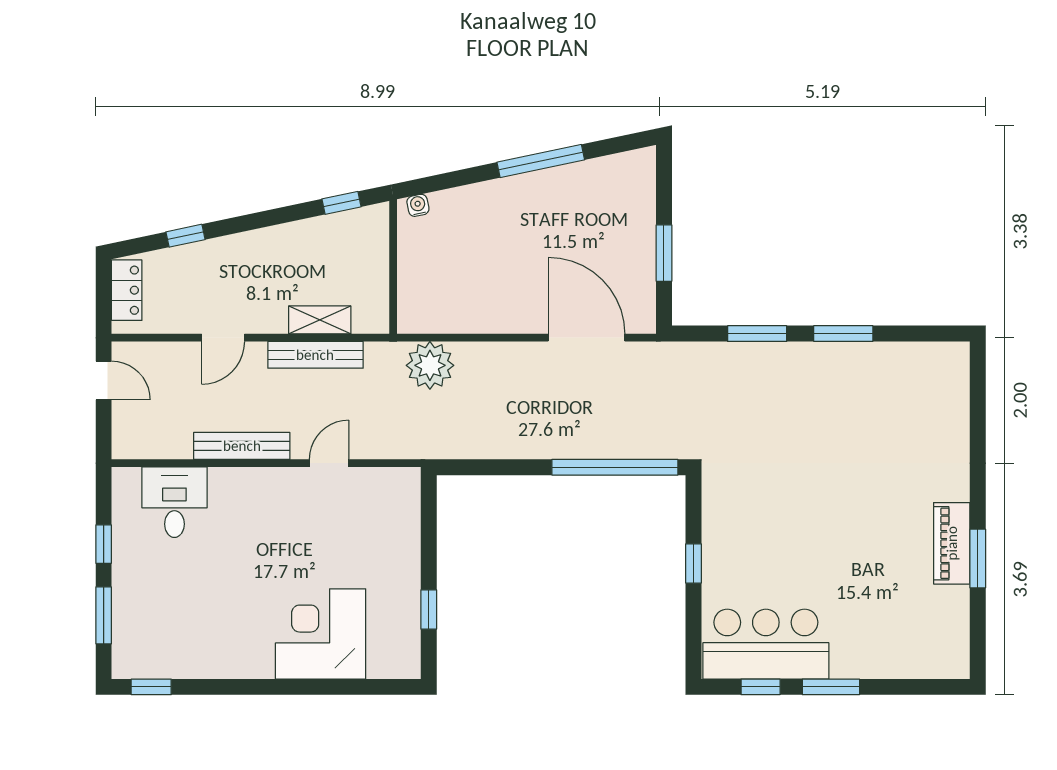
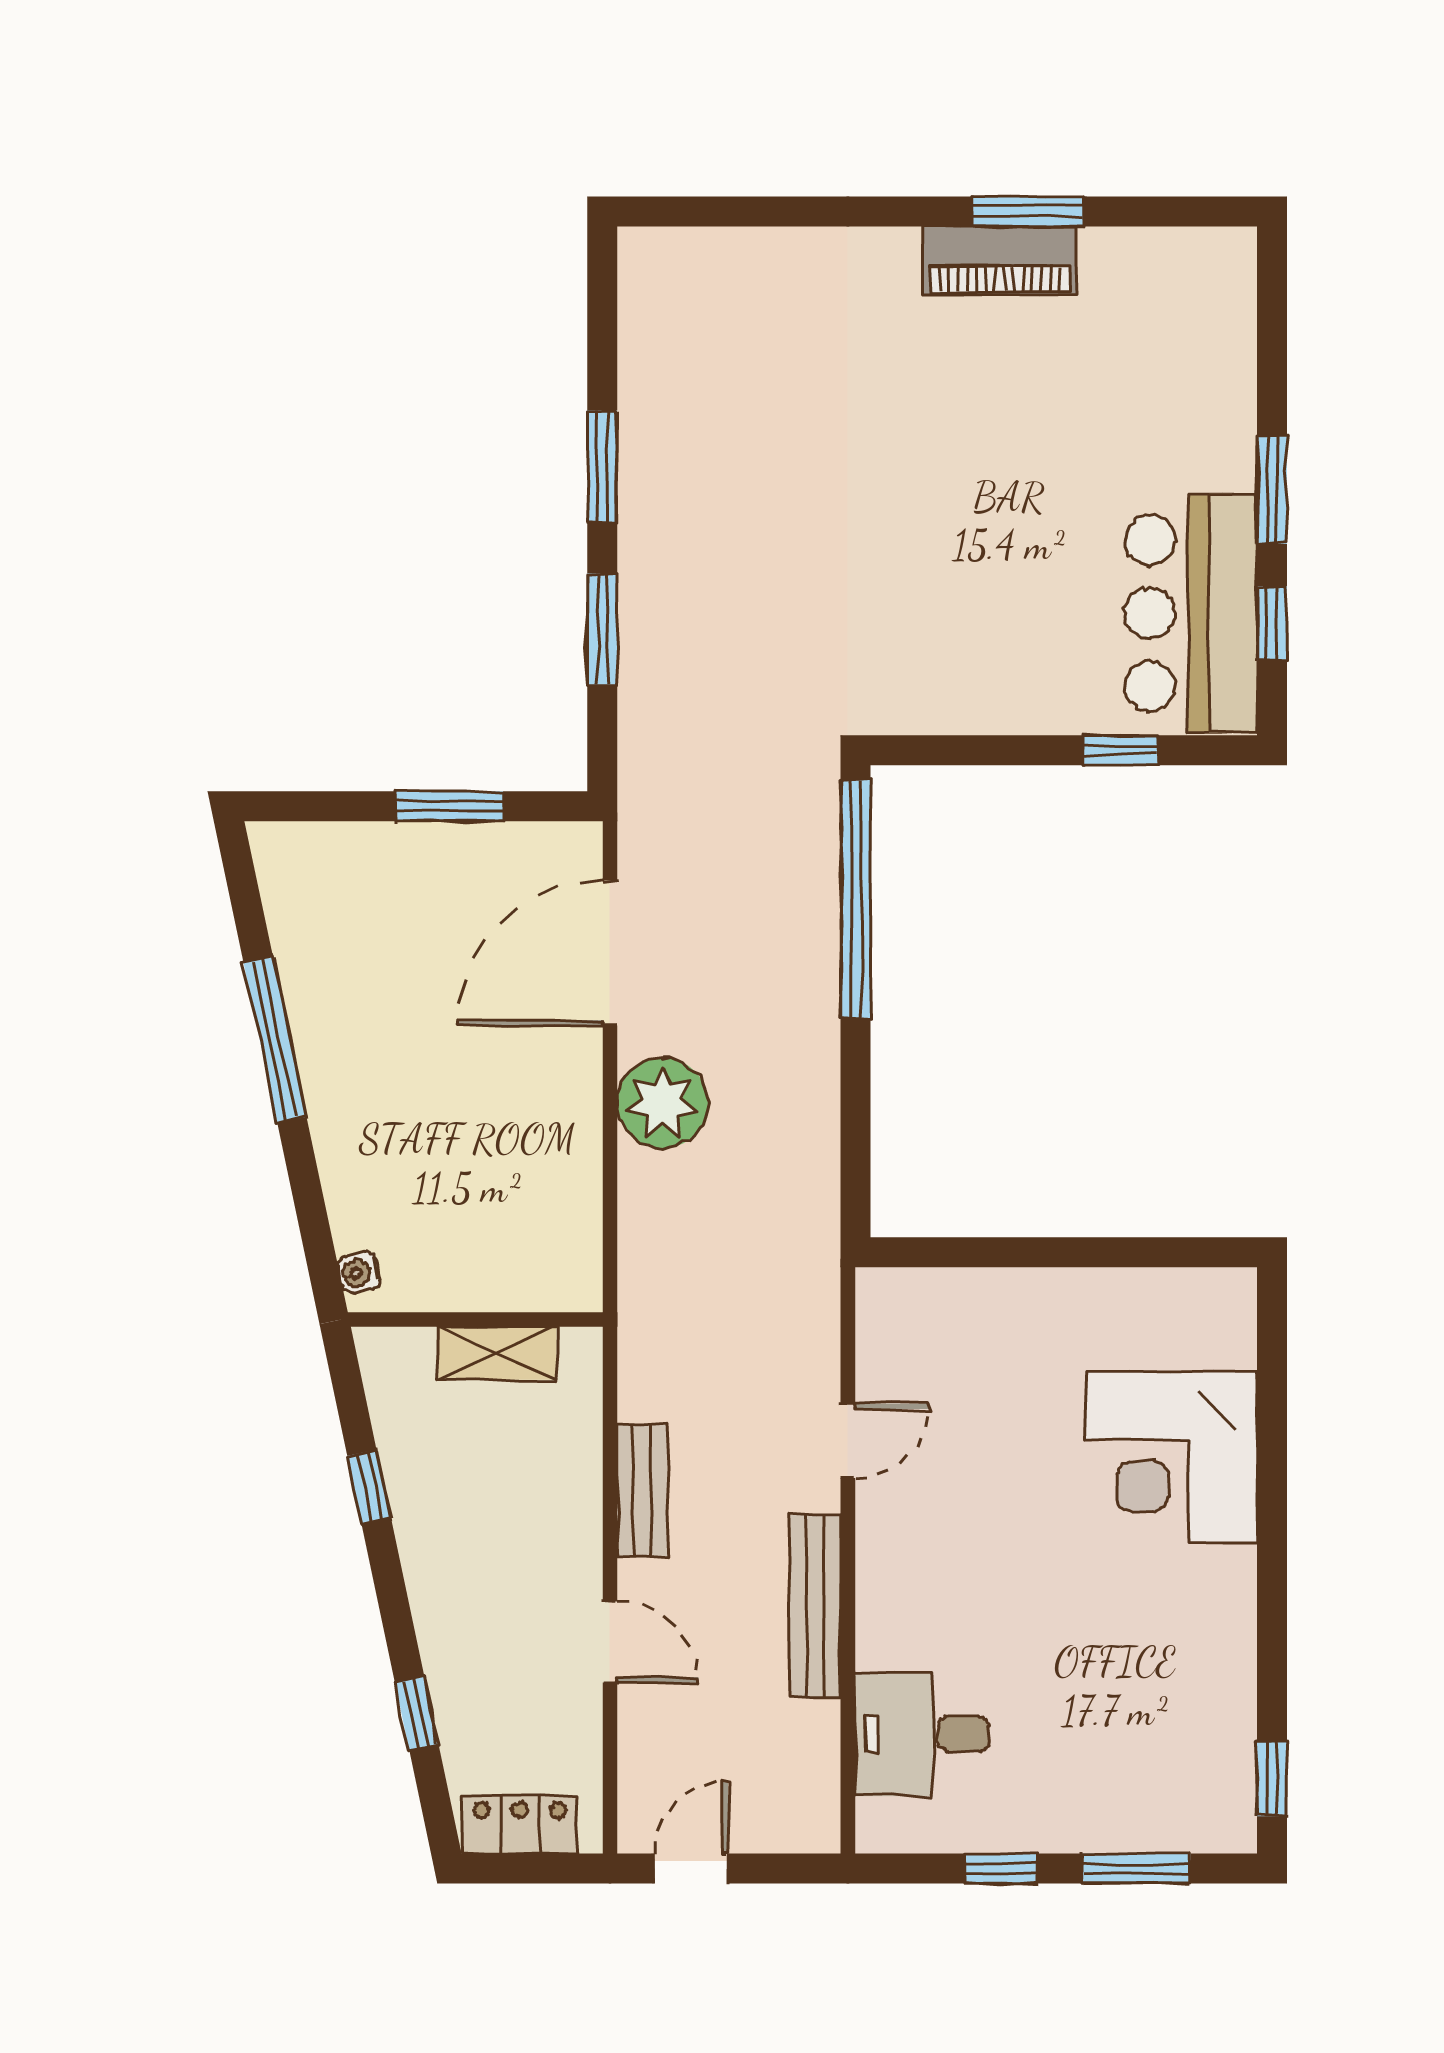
window: (342, 203) -> (369, 1487), moved
shelving: (320, 320) -> (497, 1353), moved, turned 90
bench: (315, 355) -> (642, 1491), width x0.73
plant: (430, 365) -> (662, 1103), moved
door: (329, 463) -> (848, 1441), swing flipped
window: (693, 563) -> (1120, 750), moved
window: (429, 609) -> (1125, 1252), removed

